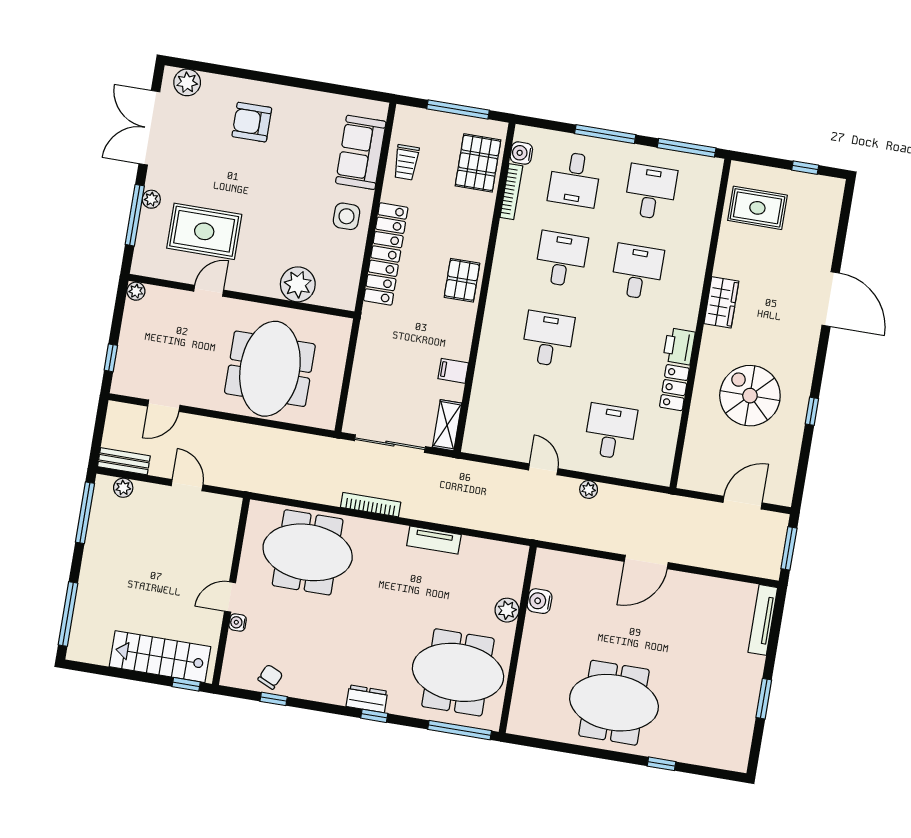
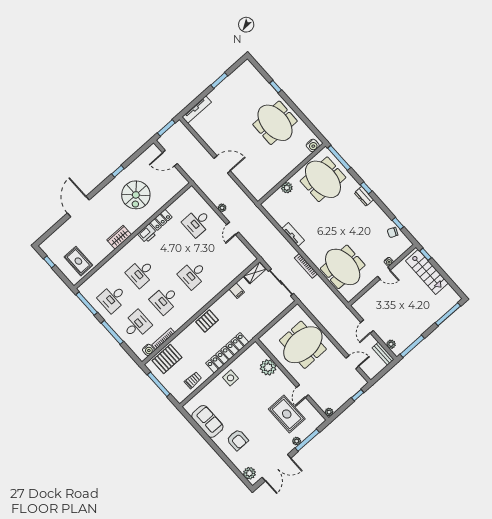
sofa: (361, 152) -> (207, 421), moved, turned -90
door: (209, 291) -> (302, 391), hinge flipped
water cooler: (540, 601) -> (313, 145), moved

